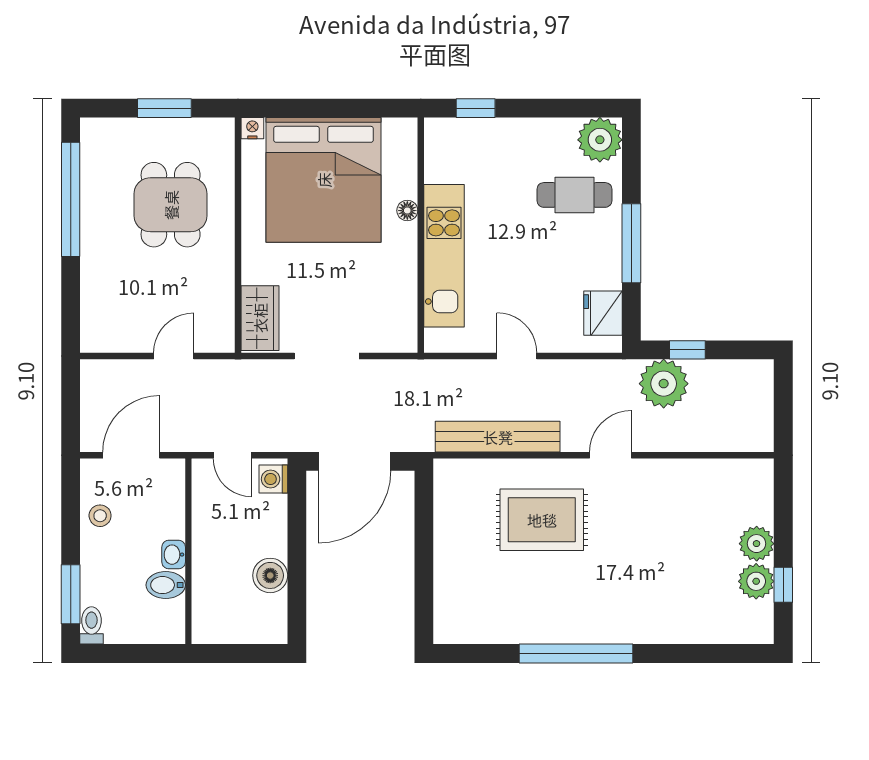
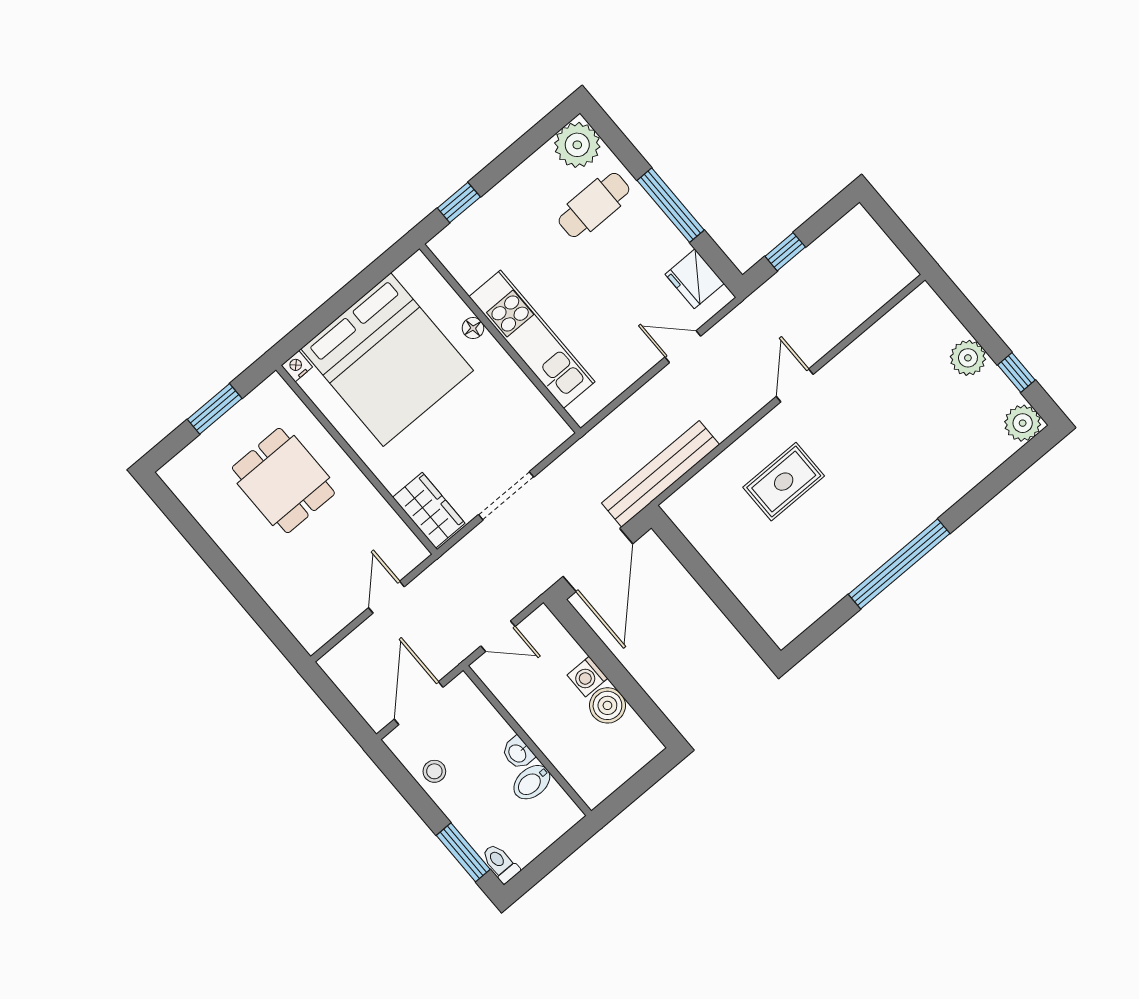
window: (71, 199) -> (201, 543), removed
door: (517, 356) -> (683, 347), moved
plant: (664, 384) -> (789, 294), removed
bench: (498, 437) -> (660, 474), moved
washing machine: (273, 479) -> (587, 677), moved
rug: (542, 520) -> (784, 482), width x0.73, depth x0.70
plant: (756, 581) -> (1023, 423), moved

